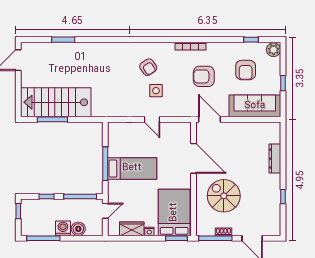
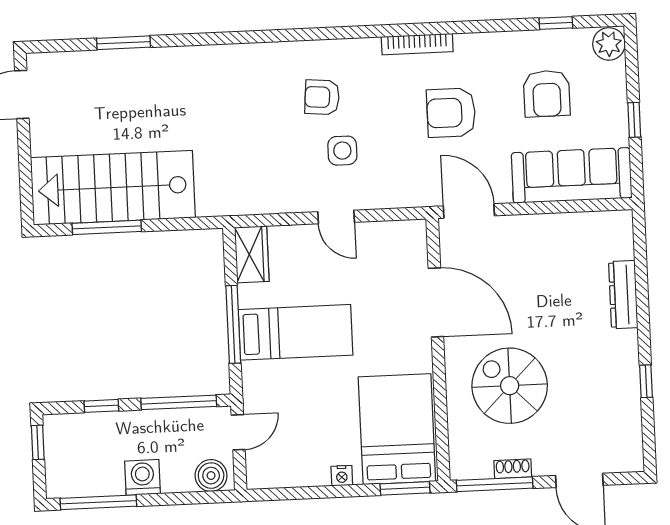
armchair: (148, 67) -> (322, 97), turned 129
boiler: (78, 229) -> (211, 476), moved
wardrobe: (132, 229) -> (252, 254), moved, turned 90

